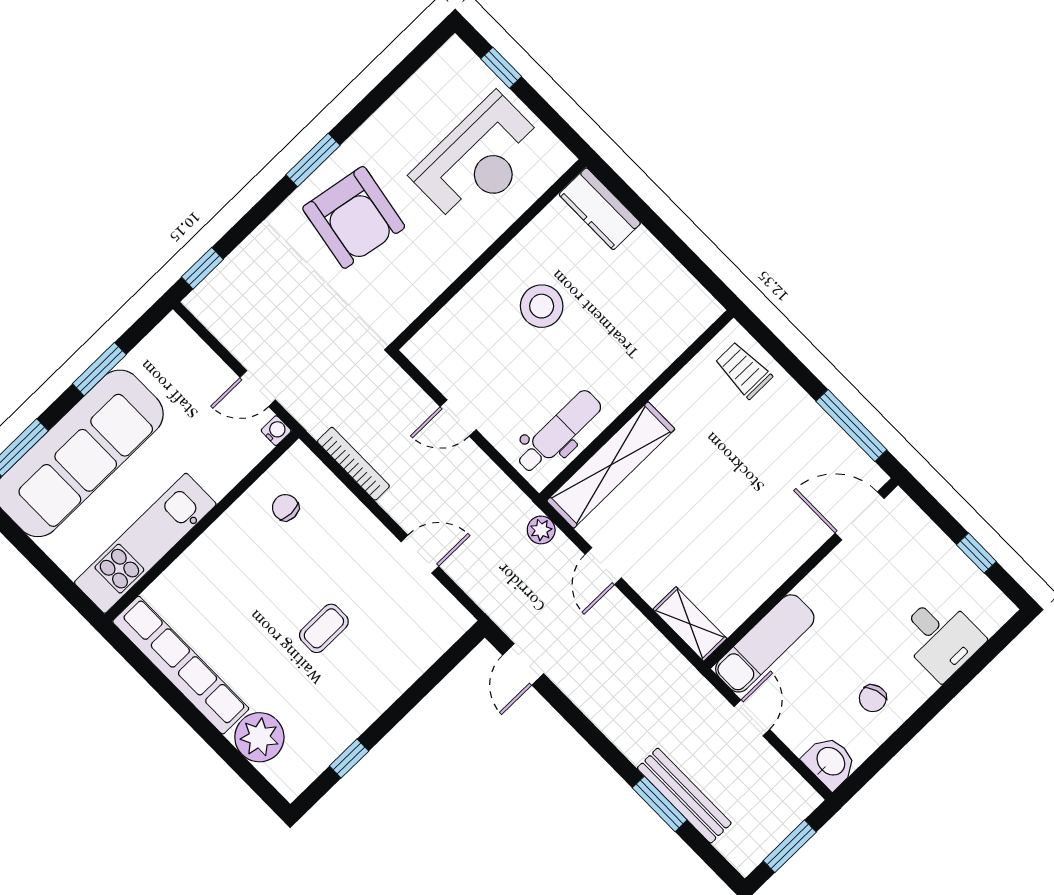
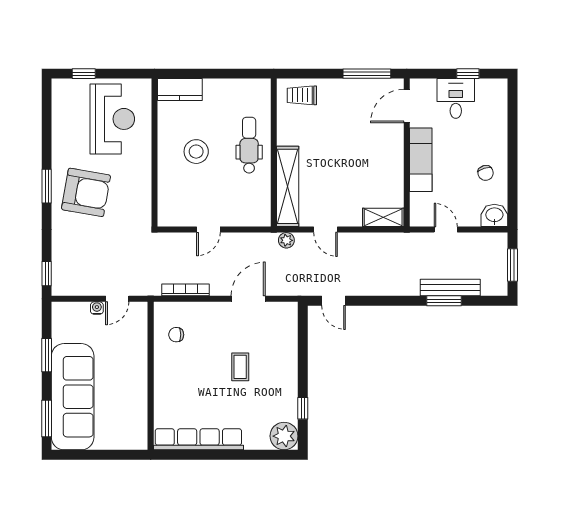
water cooler: (276, 431) -> (97, 308), moved
dental chair: (559, 432) -> (249, 145), moved
kitchen unit: (145, 543) -> (135, 405), removed
door: (420, 554) -> (248, 299), width x1.38
desk: (941, 637) -> (456, 98), moved, turned -90
exam couch: (765, 643) -> (421, 160), moved
plant: (259, 737) -> (284, 436), moved

